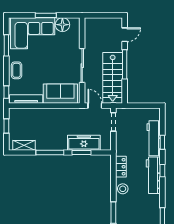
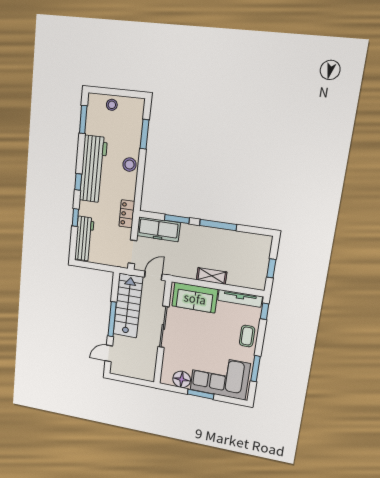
door: (95, 106) -> (153, 276), swing flipped
workbench: (154, 138) -> (84, 239), moved
freezer: (84, 143) -> (158, 229), moved
shelving: (24, 145) -> (212, 276), moved
locker: (121, 167) -> (127, 214), moved
workbench: (153, 175) -> (93, 169), width x1.36, depth x1.32

